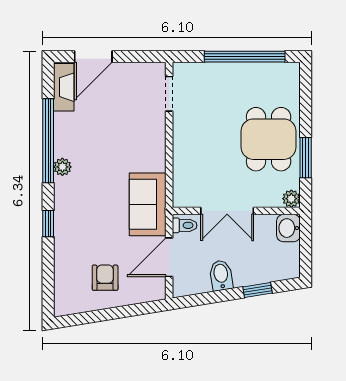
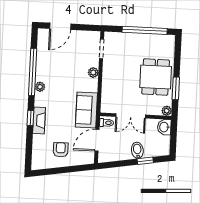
fireplace: (64, 87) -> (39, 120), moved
plant: (156, 137) -> (93, 73), added
bidet: (221, 275) -> (137, 150), moved

